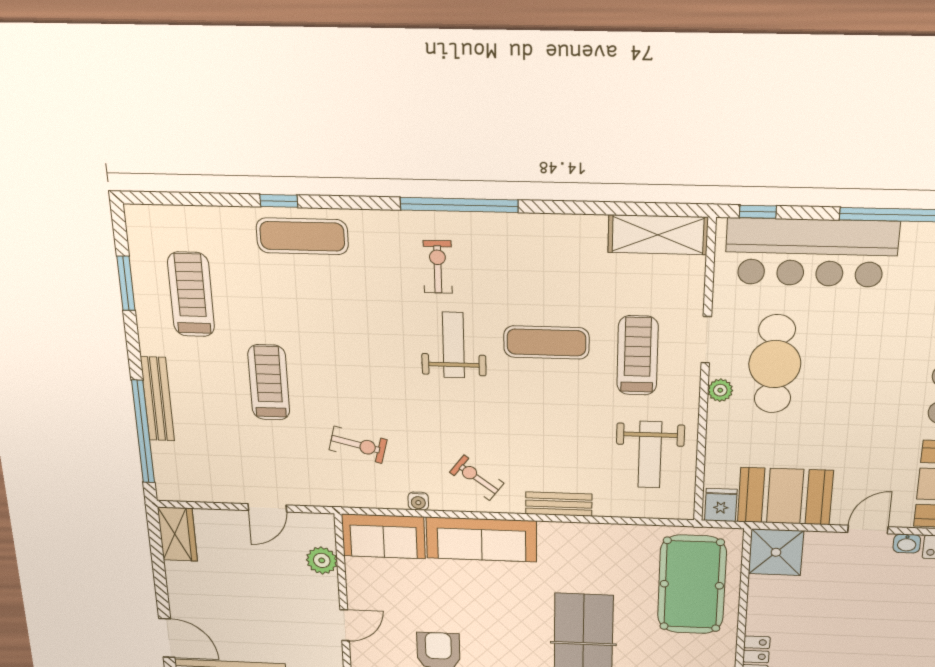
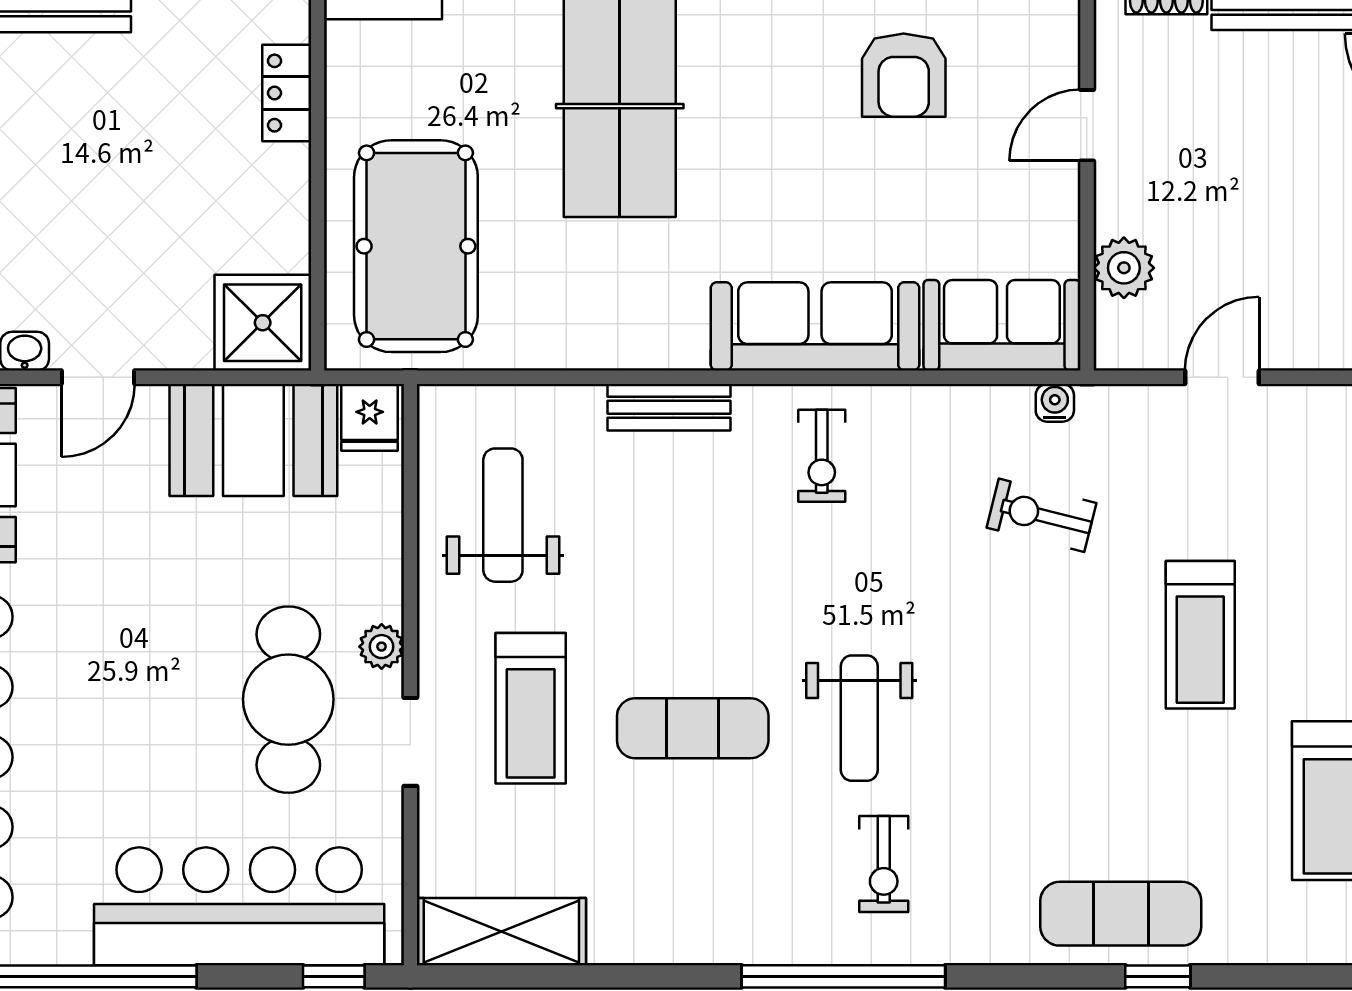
exercise bike: (477, 478) -> (822, 456), turned 53
water cooler: (418, 501) -> (1055, 403), moved

